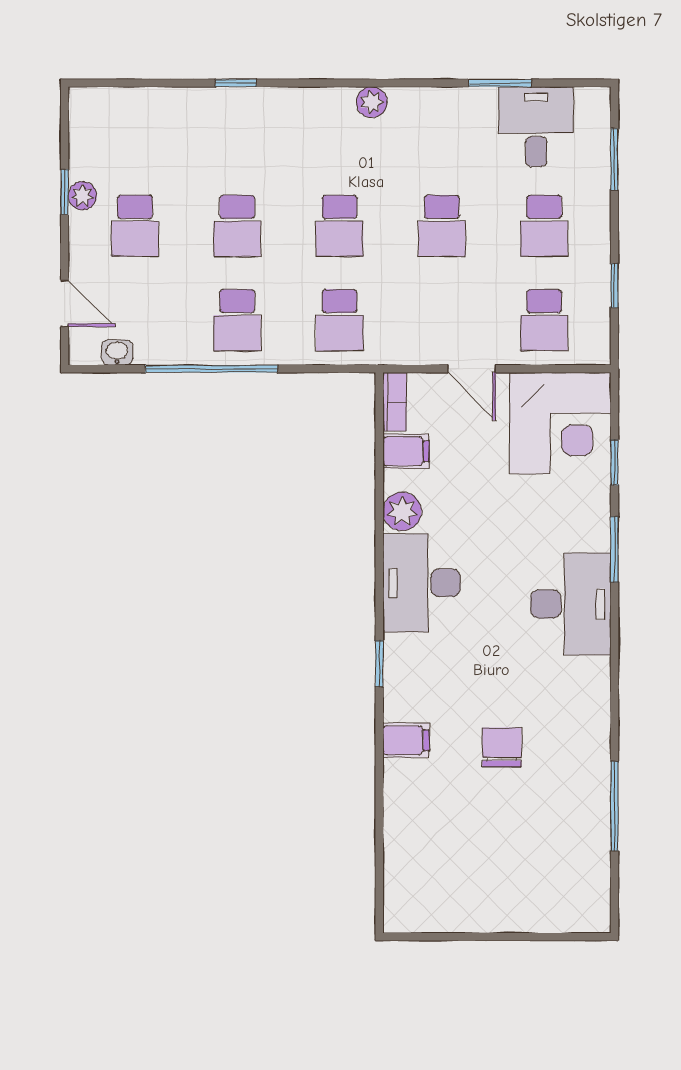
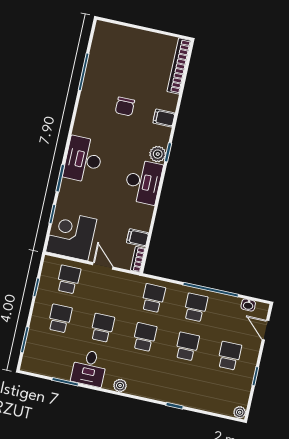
desk: (536, 127) -> (89, 368), moved
plant: (82, 196) -> (240, 412), moved
plant: (402, 511) -> (158, 154), moved
bookcase: (398, 868) -> (179, 66), added

